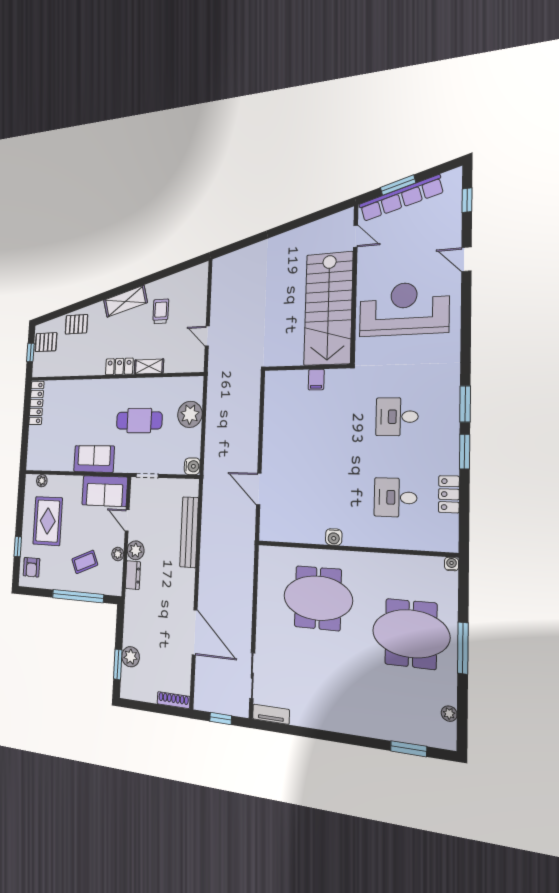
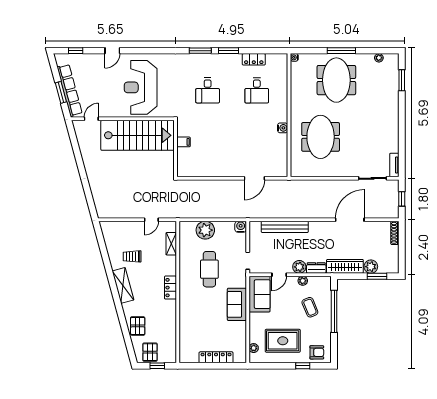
shelving: (149, 366) -> (171, 244), moved
locker: (36, 403) -> (216, 357), moved
wardrobe: (133, 618) -> (345, 266), added

